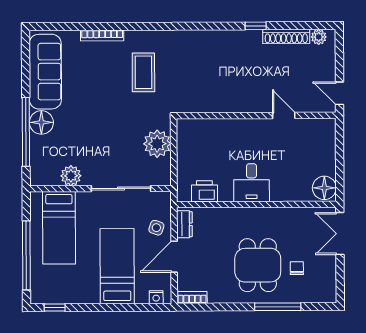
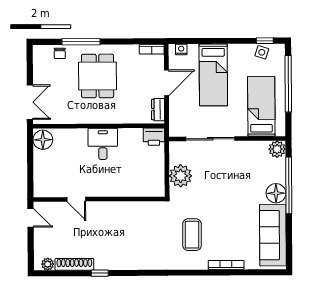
plant: (71, 176) -> (277, 149), moved
printer: (204, 191) -> (154, 137), moved
side table: (156, 228) -> (262, 52), moved
chair: (297, 268) -> (60, 53), moved

